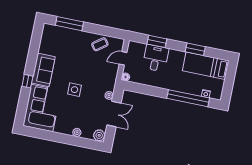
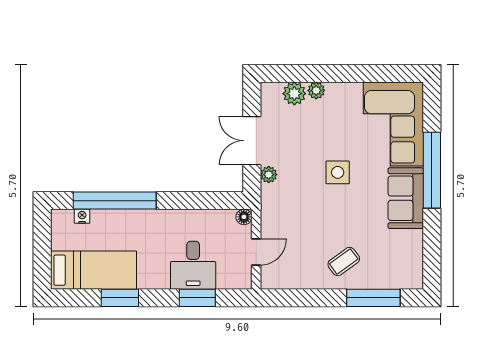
coffee table: (100, 44) -> (344, 261), moved
window: (27, 81) -> (432, 170), width x3.17
plant: (99, 135) -> (294, 94), moved

